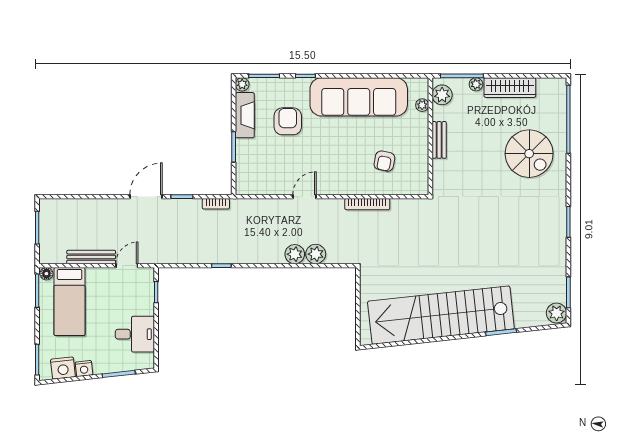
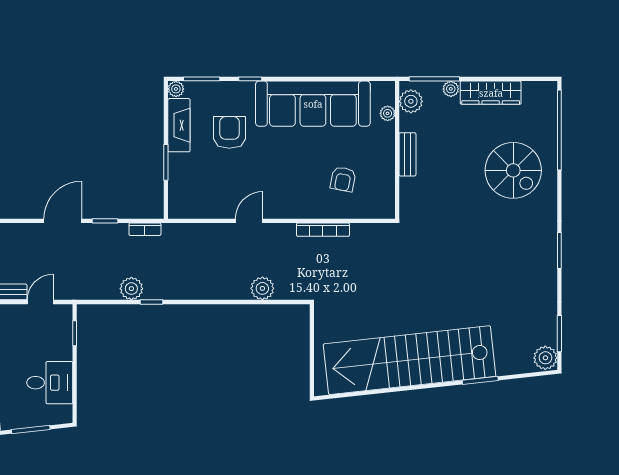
plant: (295, 254) -> (131, 289), moved

